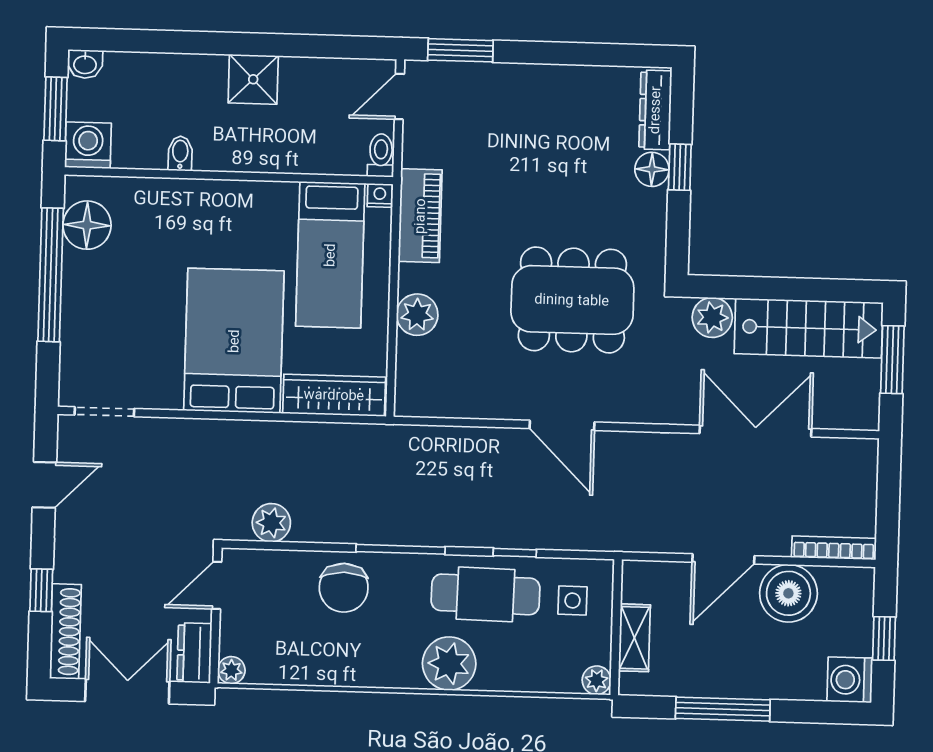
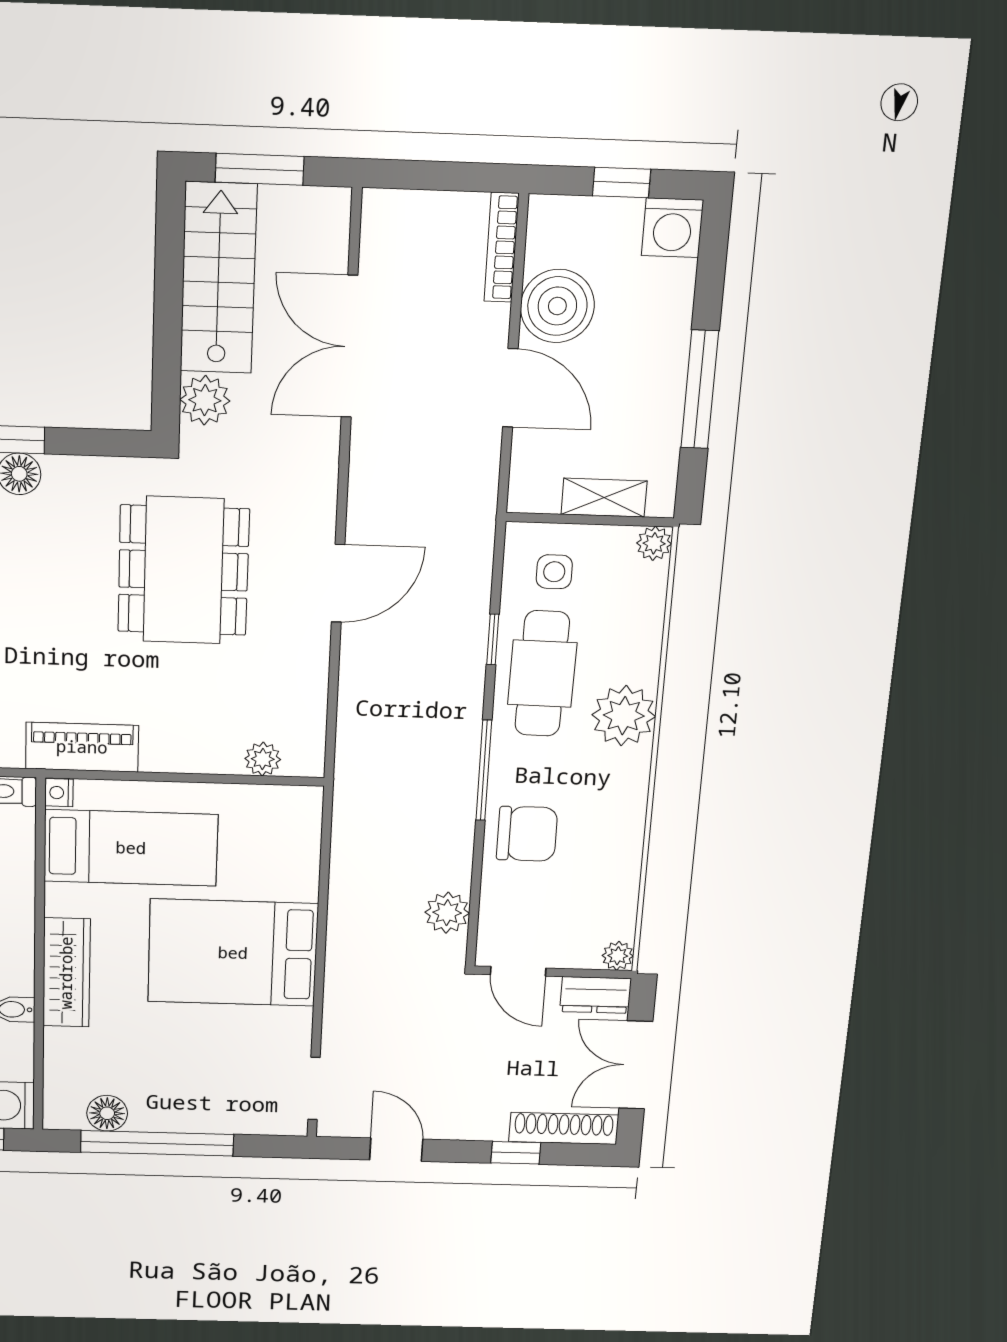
floor lamp: (87, 225) -> (107, 1113), width x0.73, depth x0.73
plant: (417, 315) -> (263, 759), moved, width x0.73, depth x0.73
wardrobe: (334, 395) -> (66, 973), moved, turned 180

